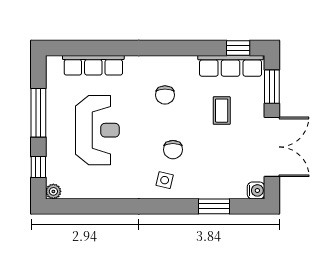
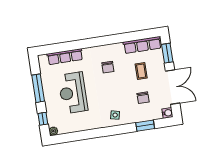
window: (238, 48) -> (145, 34), removed
reception desk: (97, 130) -> (73, 93), turned 180
chair: (173, 150) -> (143, 98), moved

